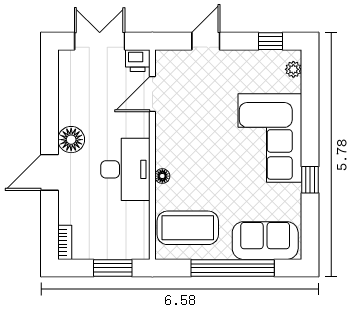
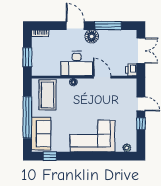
window: (270, 41) -> (141, 124), moved
door: (152, 94) -> (102, 77), moved
window: (49, 107) -> (108, 26), added
window: (310, 180) -> (50, 156), moved

